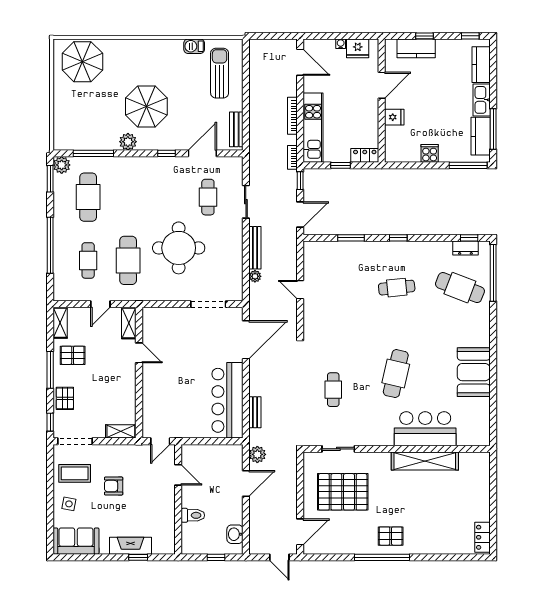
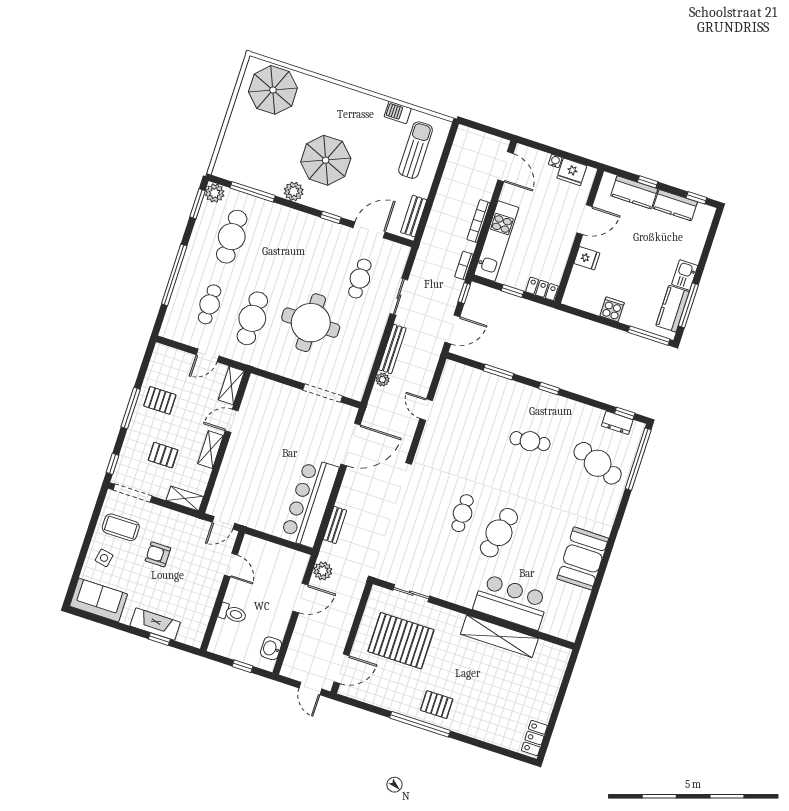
kitchen counter: (481, 65) -> (675, 205), moved, turned -90
kitchen sink: (482, 100) -> (685, 275), width x0.73
shelving: (60, 323) -> (210, 450), moved
door: (139, 353) -> (232, 421), swing flipped
cafe table: (333, 390) -> (463, 513), moved
pallet: (65, 398) -> (163, 455), moved, turned 90

